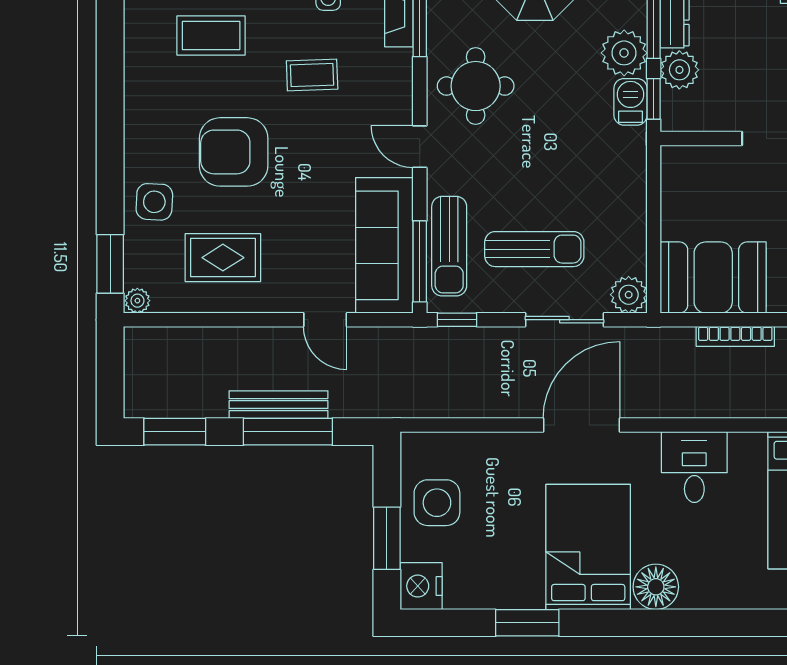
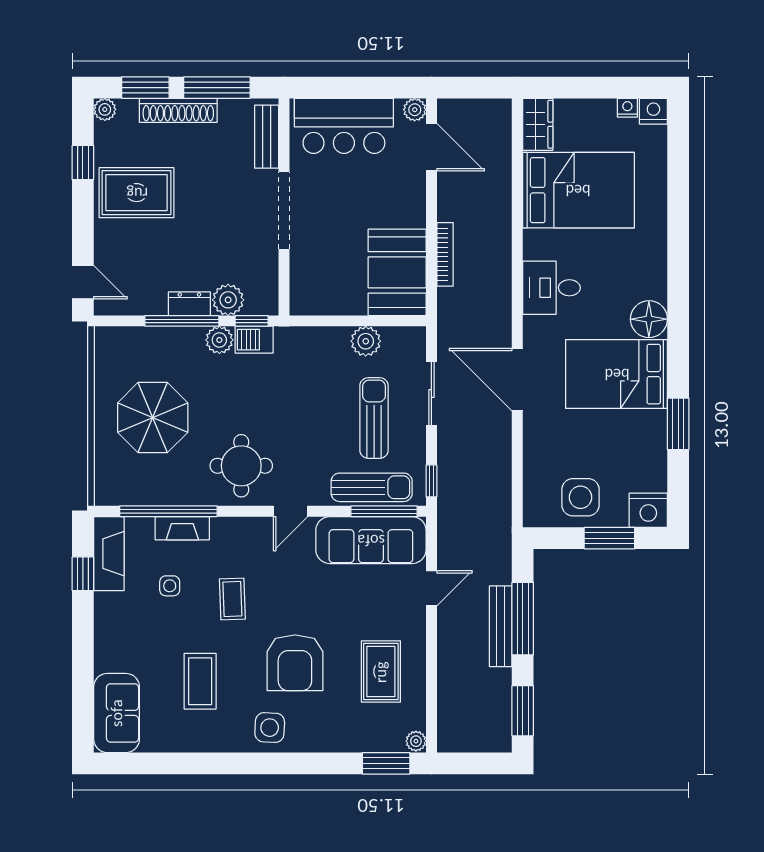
plant: (624, 53) -> (219, 340), width x0.73, depth x0.73
side table: (154, 202) -> (270, 728), moved
plant: (629, 295) -> (366, 341), moved

